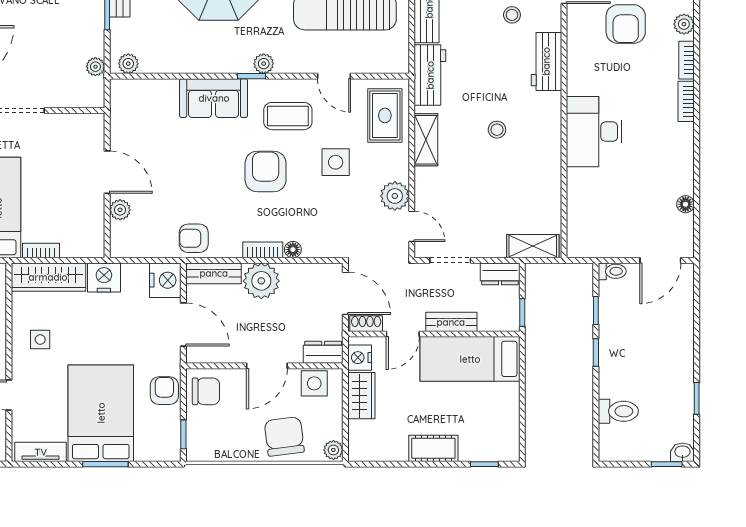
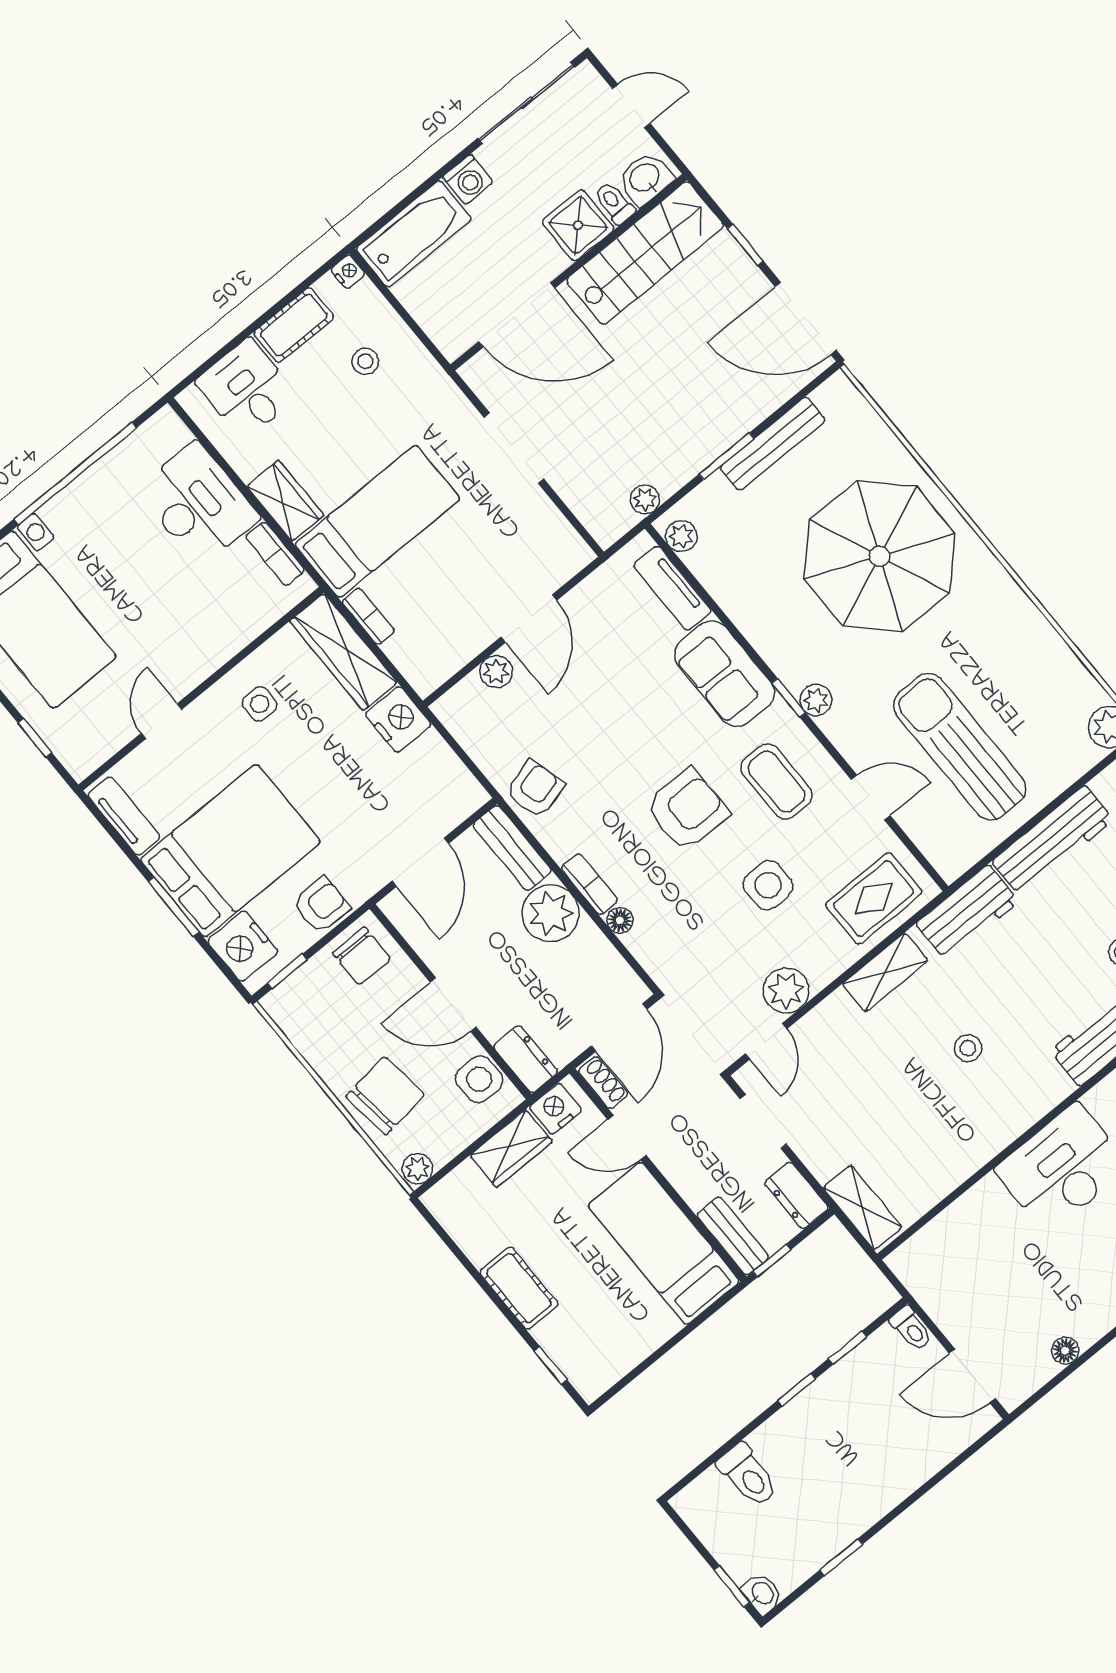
door: (334, 76) -> (871, 798), swing flipped
tv unit: (150, 89) -> (672, 588), added
armchair: (194, 238) -> (535, 789), turned 75
nightstand: (165, 280) -> (243, 946), moved, turned 90
bench: (451, 322) -> (733, 1236), moved

